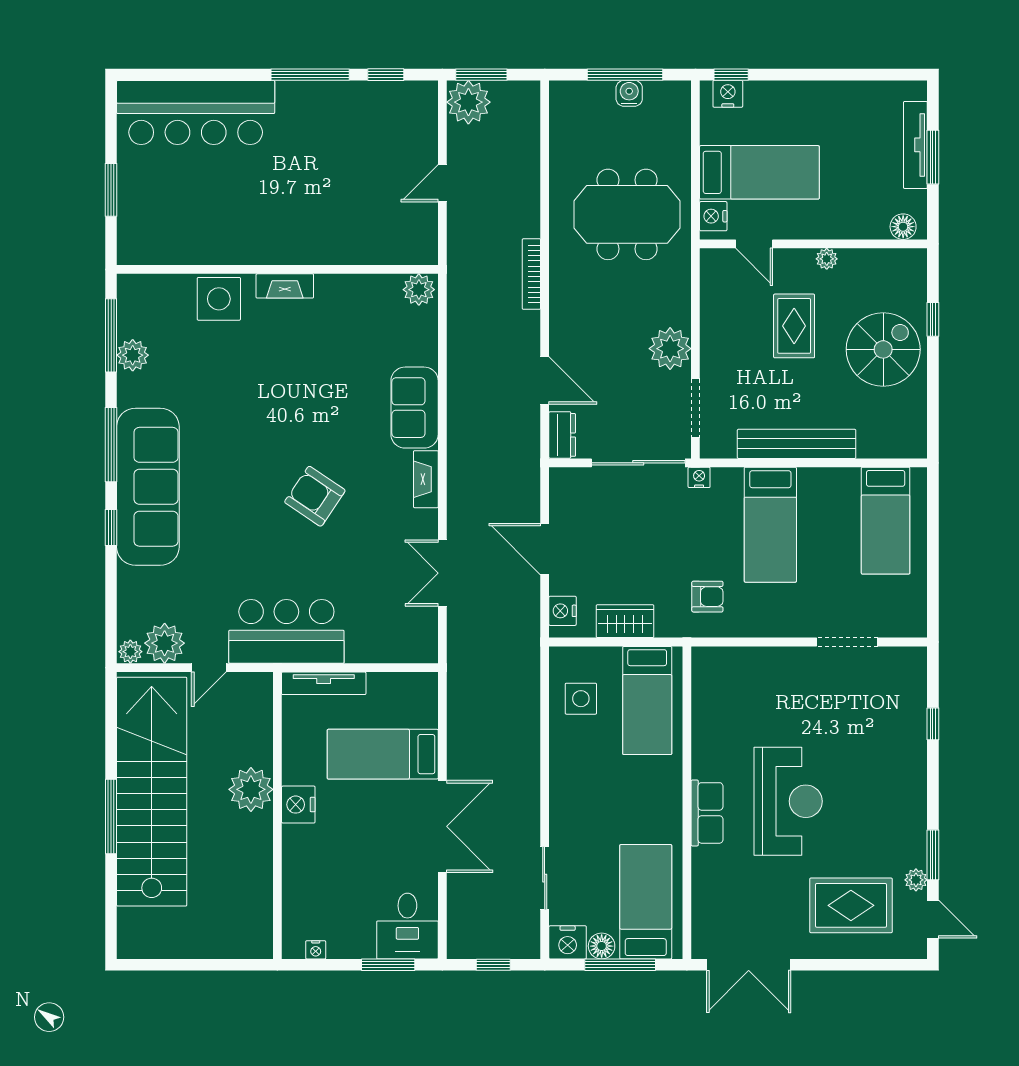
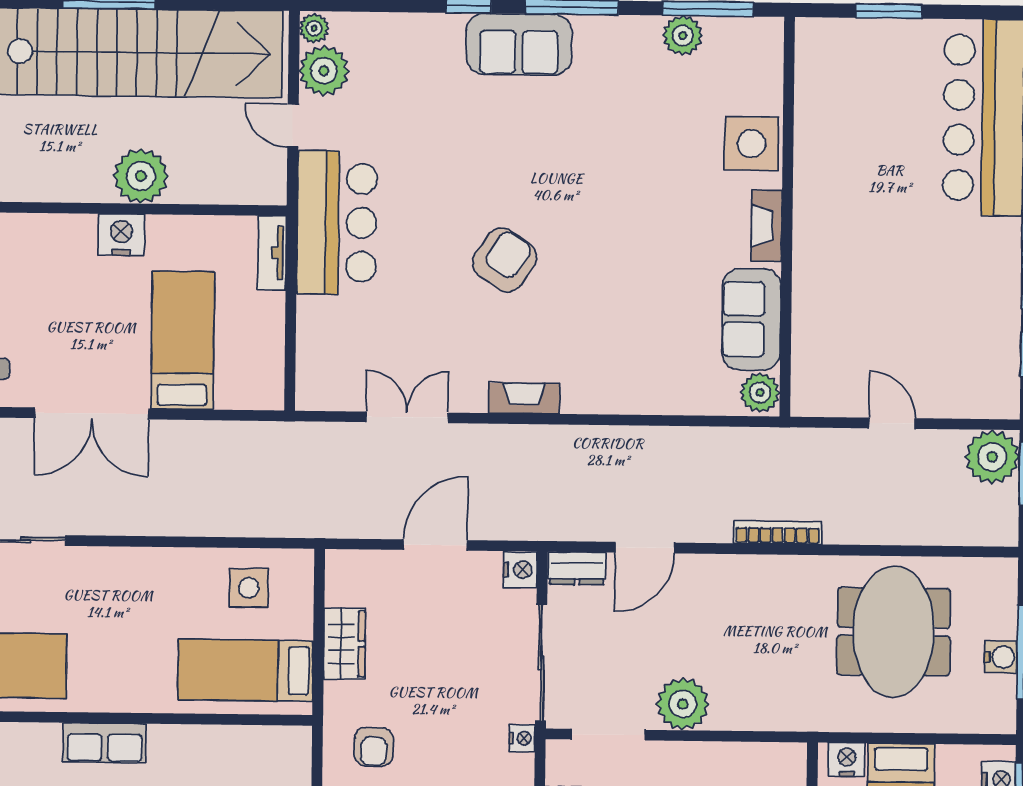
meeting table: (627, 214) -> (894, 632), moved
sofa: (415, 408) -> (751, 319), moved, turned -90
sofa: (148, 487) -> (519, 44), width x0.54, depth x0.79
nightstand: (563, 611) -> (520, 570), moved, turned 90
tv unit: (324, 683) -> (272, 253), width x0.71

